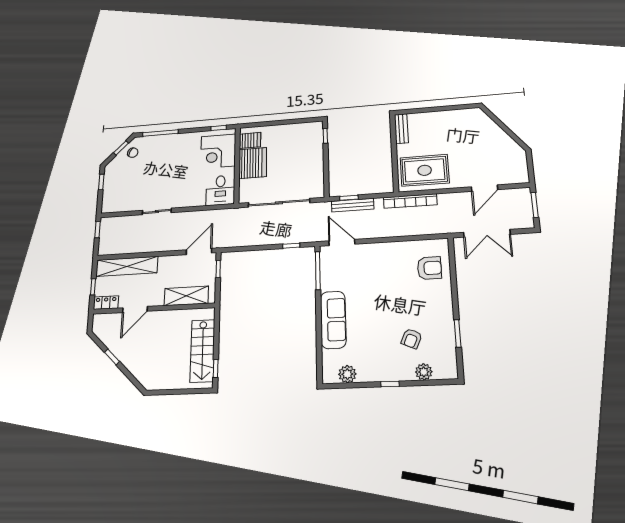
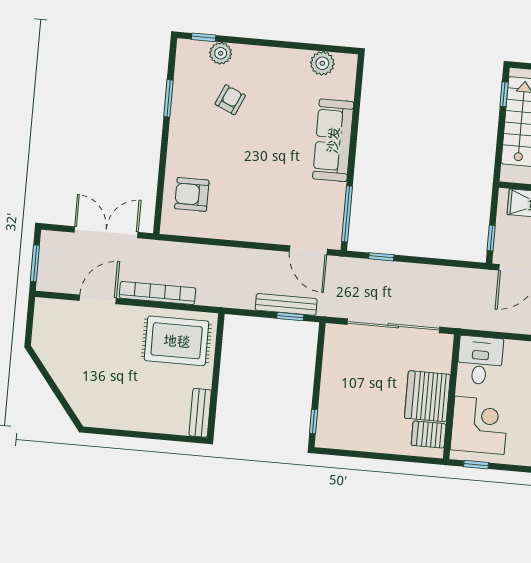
bookcase: (410, 201) -> (157, 293), moved
window: (390, 384) -> (203, 37), moved

